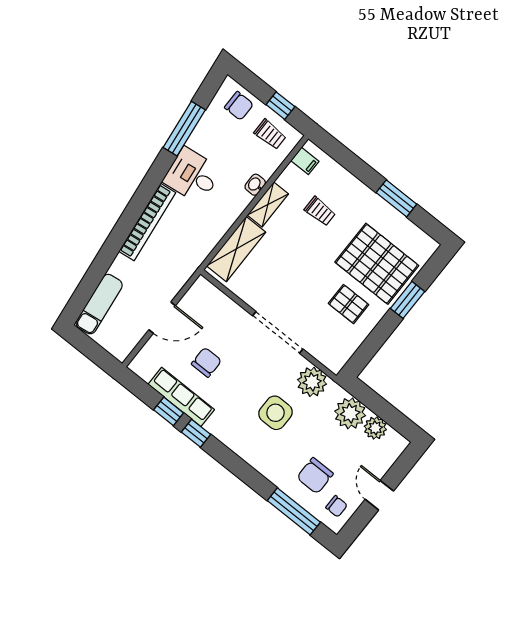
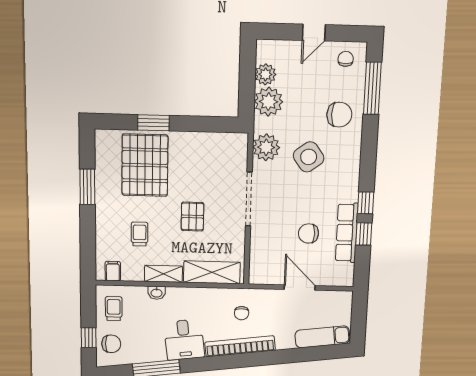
chair: (239, 106) -> (111, 344), turned 90
window: (280, 106) -> (89, 338), moved
chair: (178, 247) -> (242, 313), added
pallet: (349, 304) -> (192, 217), moved
side table: (275, 413) -> (309, 157), turned -36
chair: (315, 476) -> (339, 115), moved

